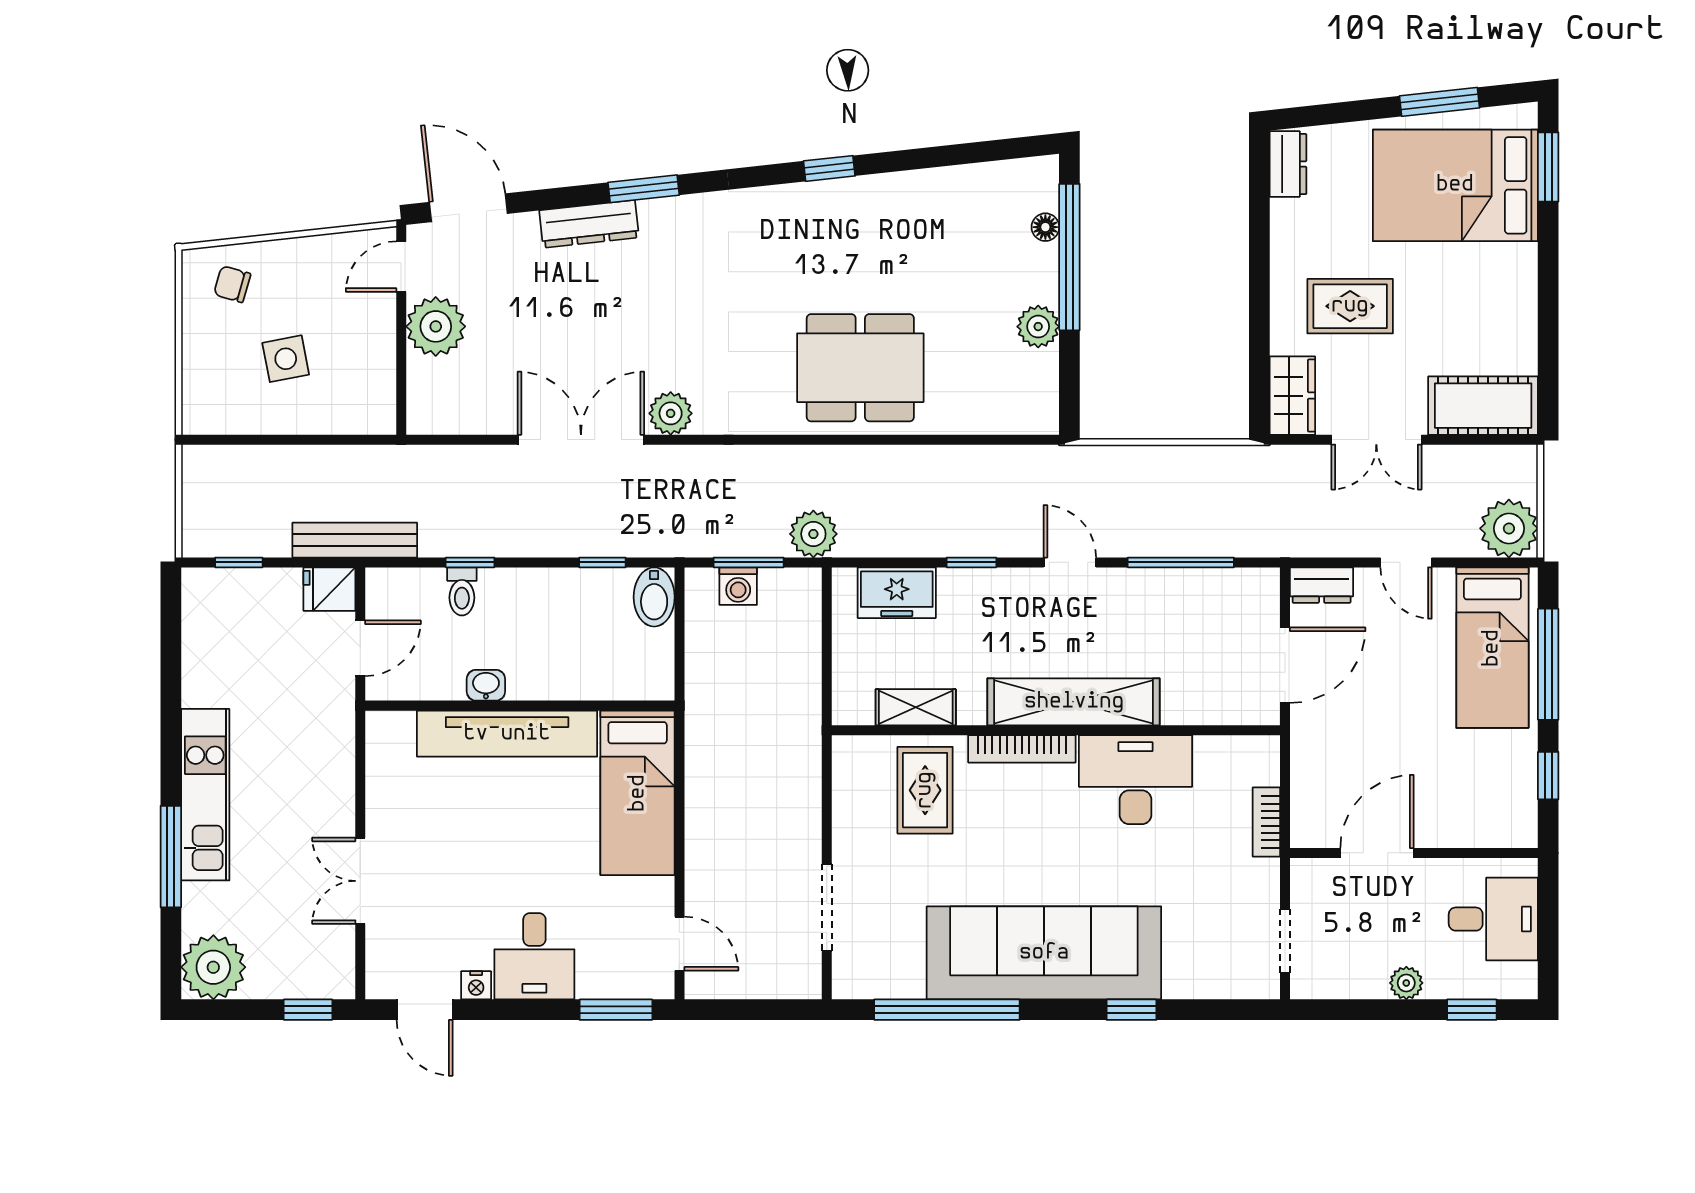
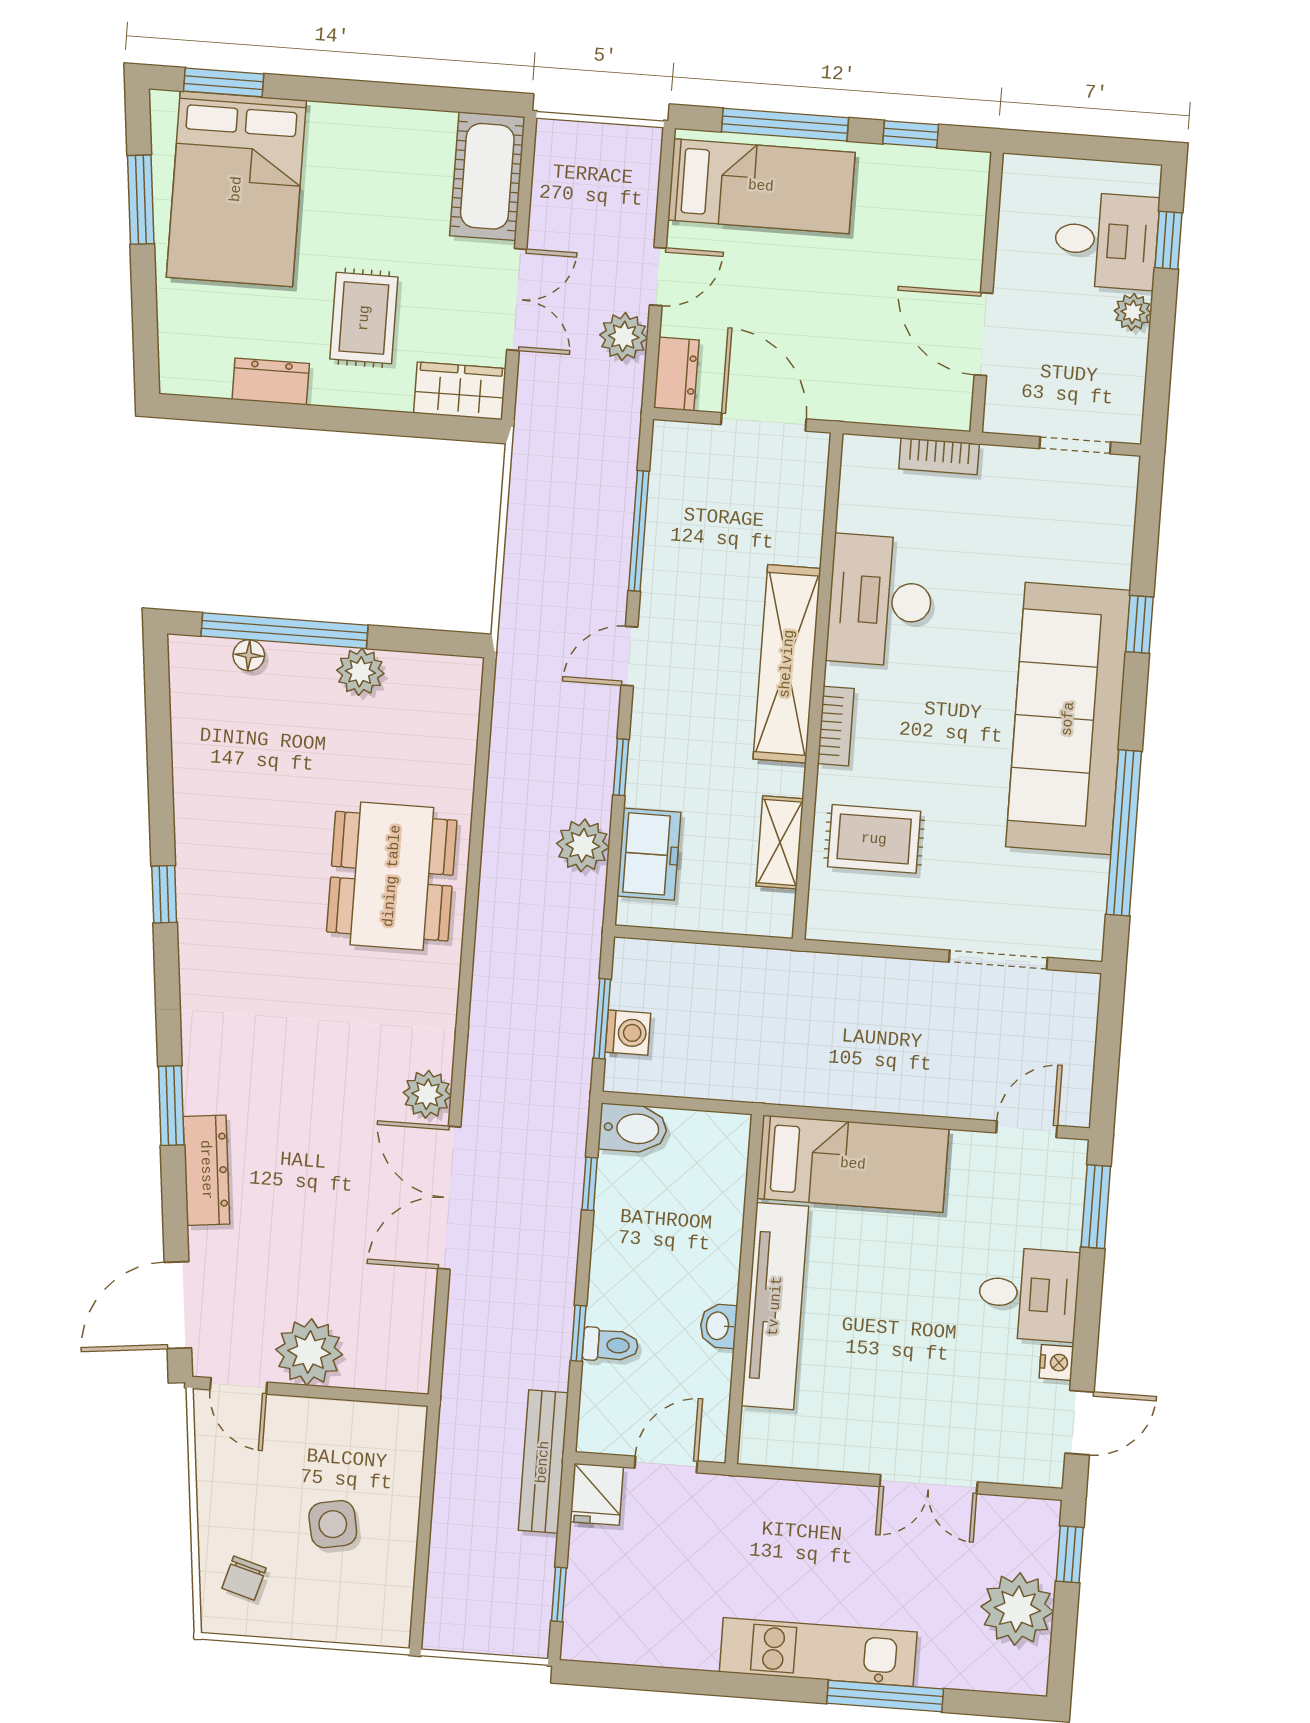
dresser: (1288, 164) -> (271, 381), moved
plant: (1509, 528) -> (624, 337), moved, width x0.73, depth x0.73
plant: (813, 534) -> (583, 845), moved
door: (360, 648) -> (666, 1465), hinge flipped
bookcase: (1022, 749) -> (836, 726), width x0.64
desk: (1493, 919) -> (1106, 241), moved, turned 90
plant: (213, 967) -> (1017, 1609), moved

